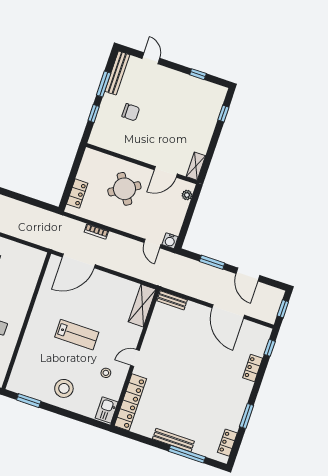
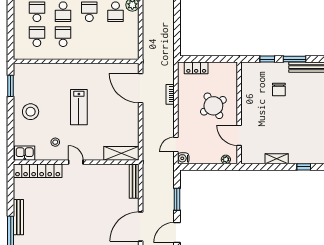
shelving: (196, 166) -> (277, 159), moved
bench: (172, 300) -> (134, 181), width x1.36

